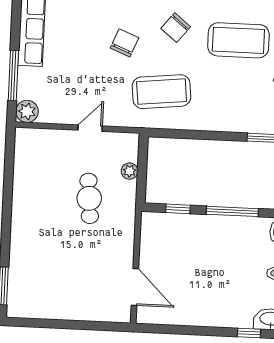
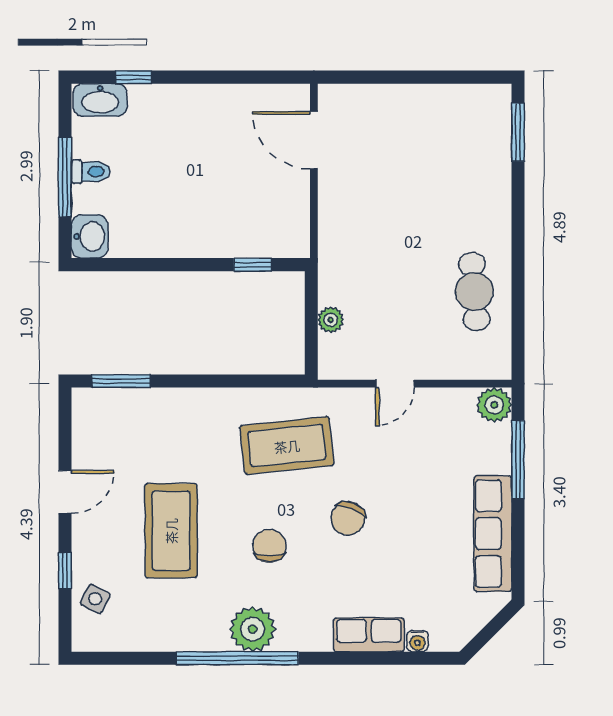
chair: (176, 28) -> (269, 546), turned -39
coffee table: (238, 40) -> (171, 531), turned 90
cafe table: (89, 198) -> (474, 292), moved
window: (232, 211) -> (168, 265), removed

